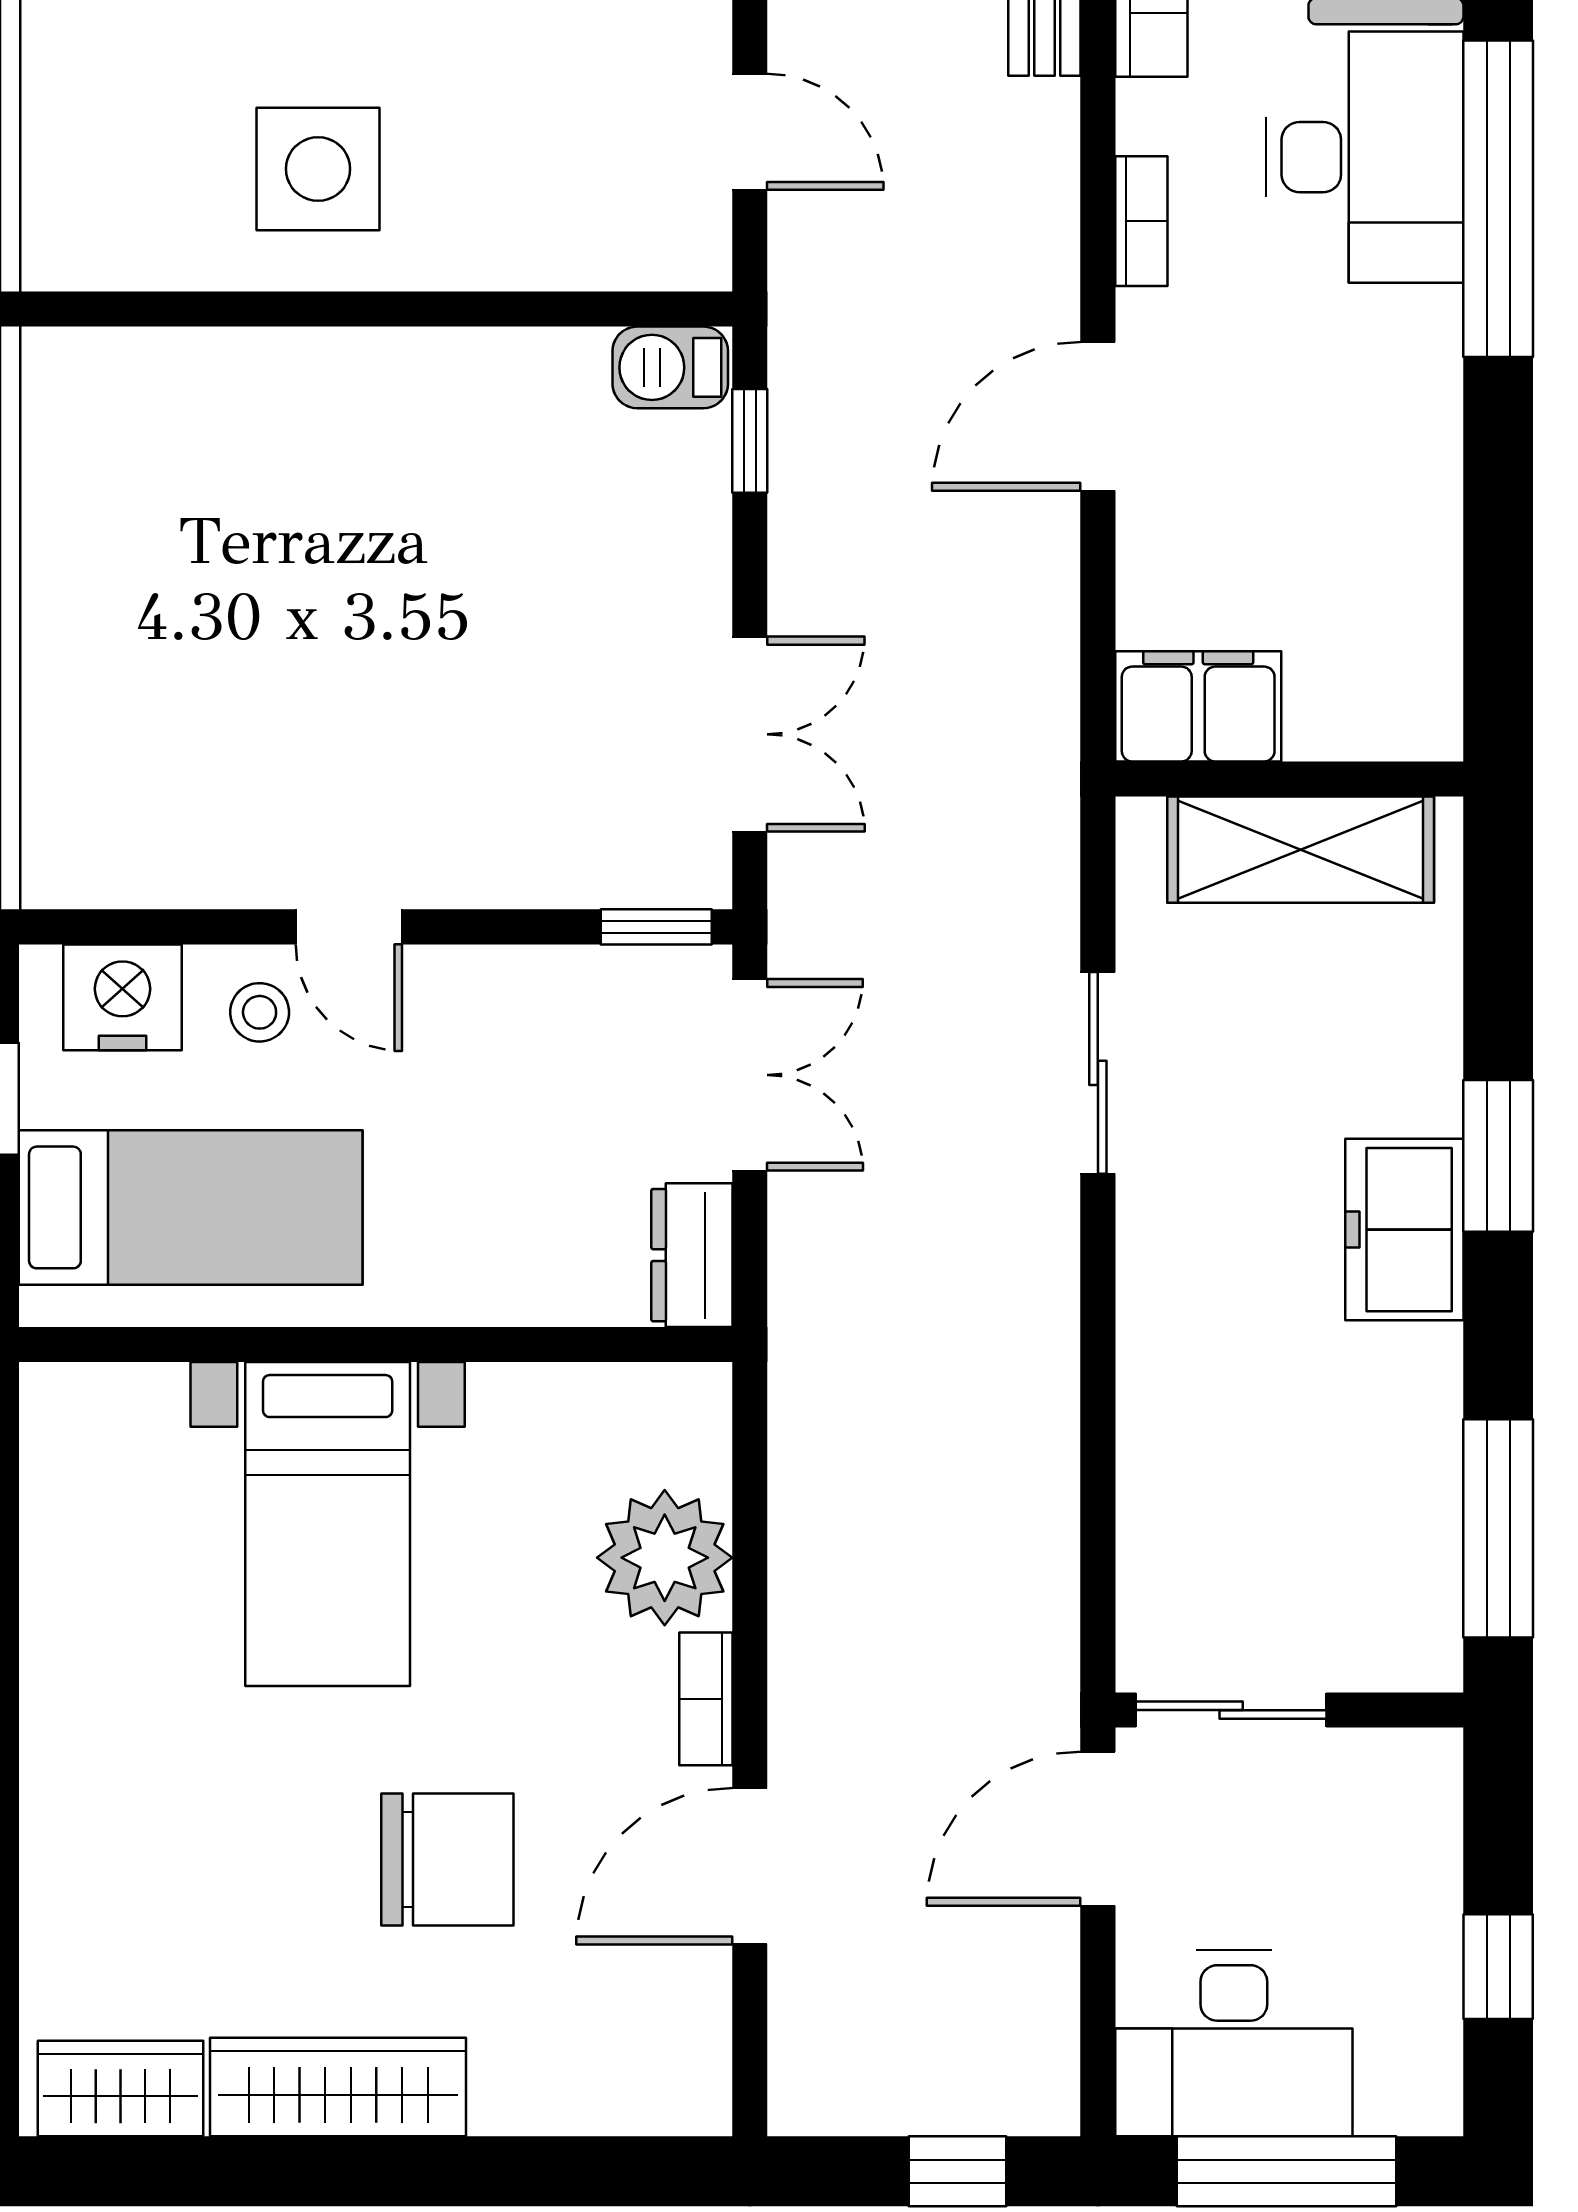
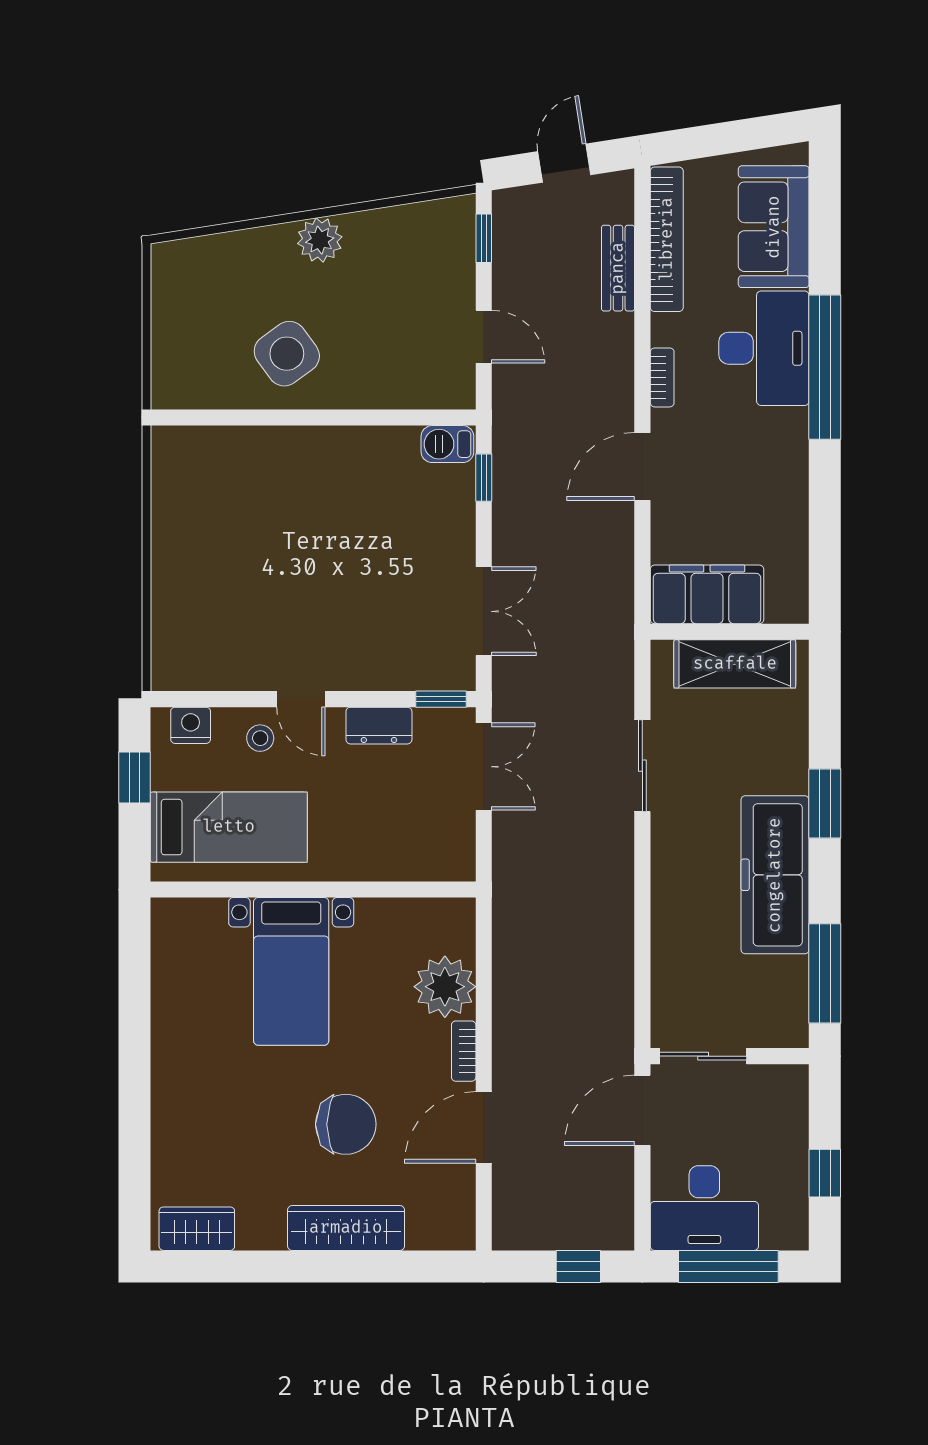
side table: (318, 169) -> (287, 354), turned -36
filing cabinet: (1198, 706) -> (707, 594), width x1.50, depth x1.17
nightstand: (122, 997) -> (191, 725), width x0.74, depth x0.75
freezer: (1404, 1230) -> (775, 875), width x1.91, depth x1.26
dresser: (692, 1255) -> (379, 726), moved, turned -90
wardrobe: (338, 2087) -> (346, 1228), moved

